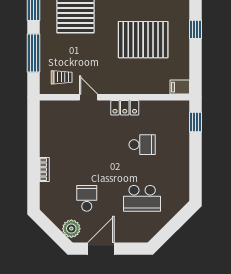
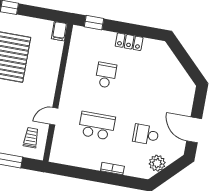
locker: (125, 108) -> (129, 42), moved, turned 90
school desk: (142, 198) -> (97, 126), moved, turned -90
plant: (71, 229) -> (157, 163), moved

